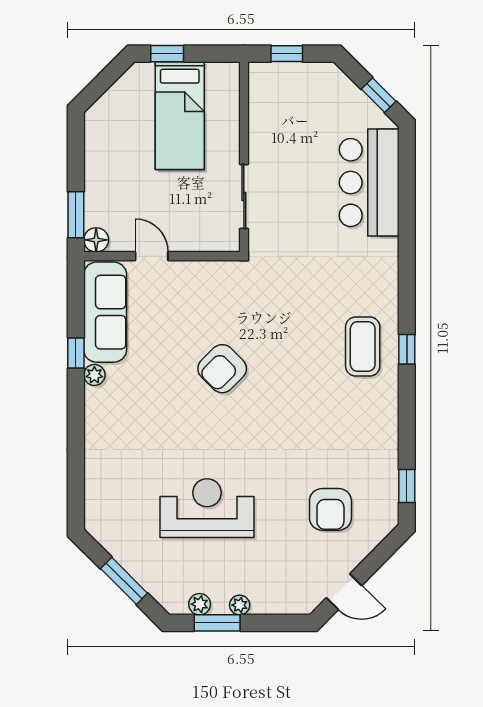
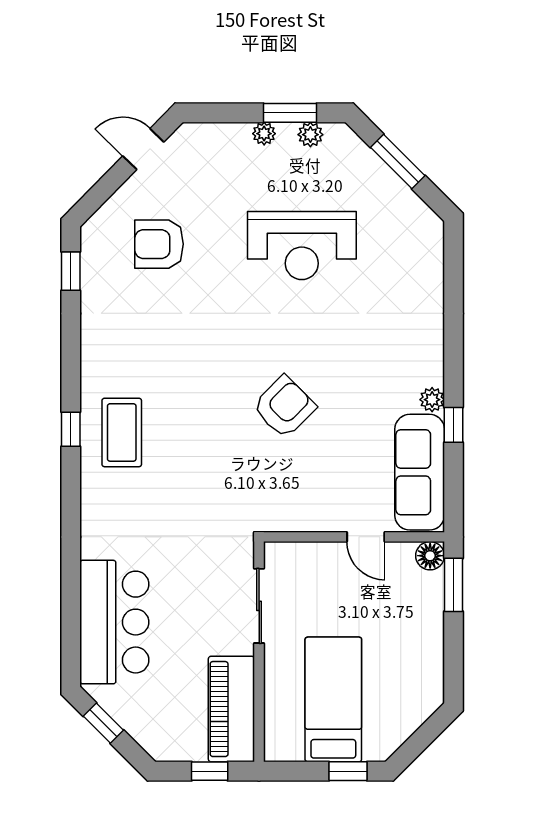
piano: (268, 107) -> (231, 709), added
armchair: (330, 509) -> (159, 244), turned -90

